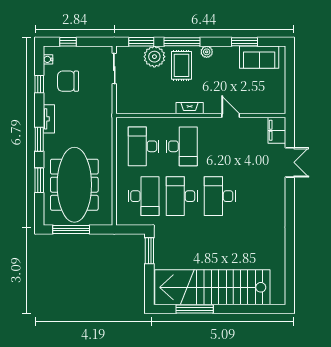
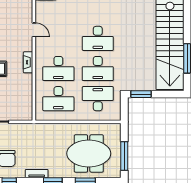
door: (231, 115) -> (34, 30), swing flipped
desk: (182, 146) -> (58, 69), turned 180
meeting table: (74, 185) -> (89, 153), width x0.73

